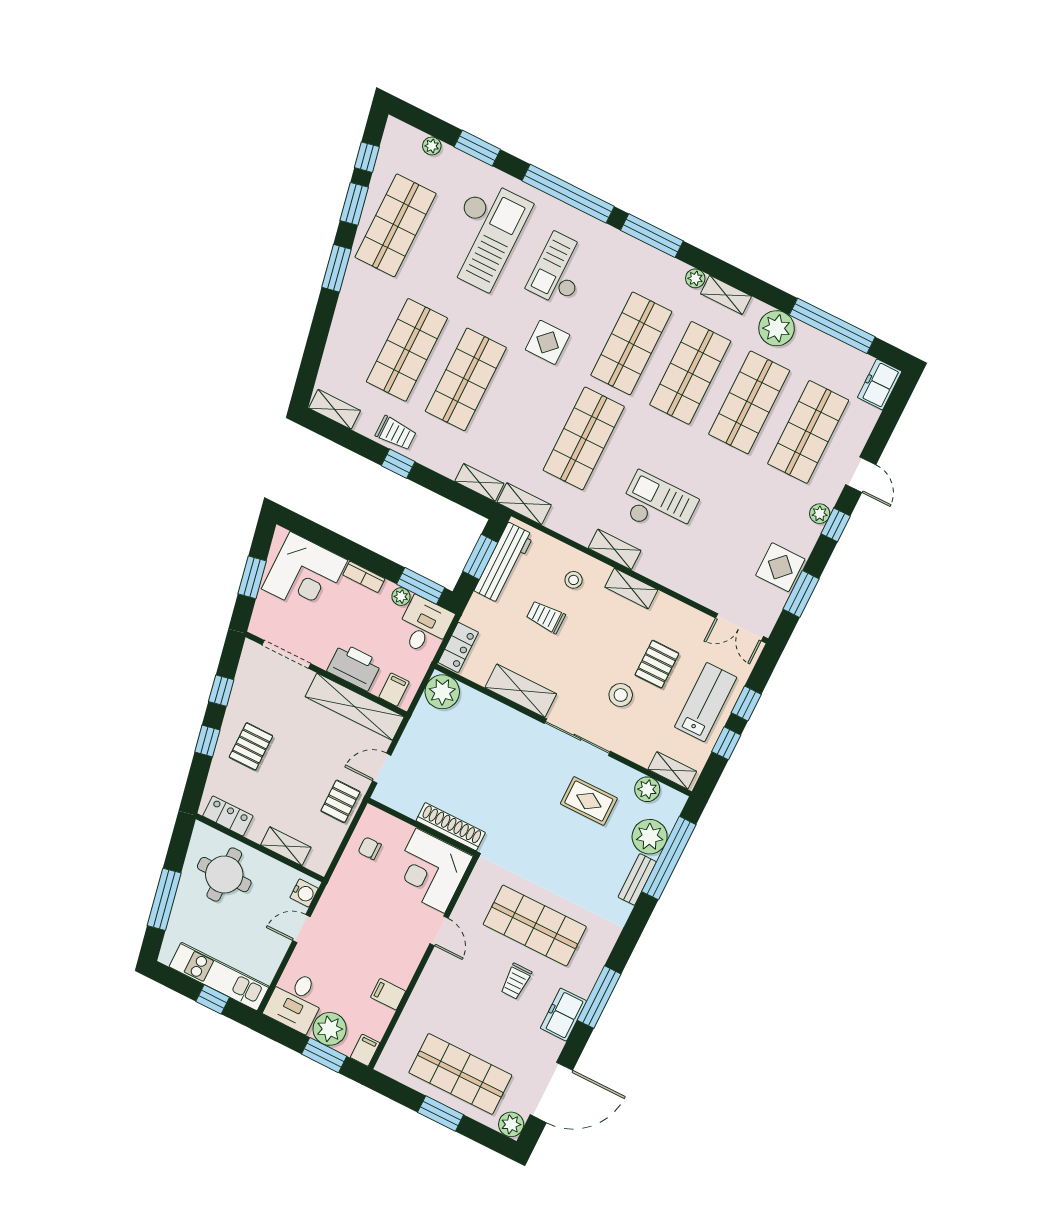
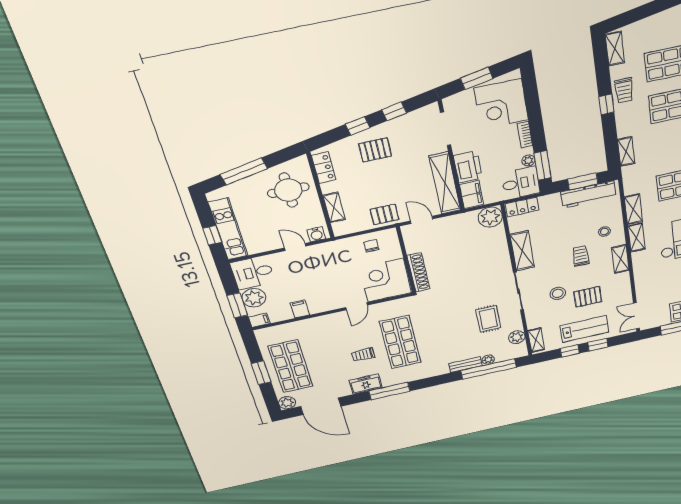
shelving: (524, 504) -> (633, 209), moved
trolley: (546, 617) -> (581, 256), moved
filing cabinet: (394, 690) -> (472, 195), width x2.00
plant: (650, 837) -> (488, 360), width x0.53, depth x0.53

